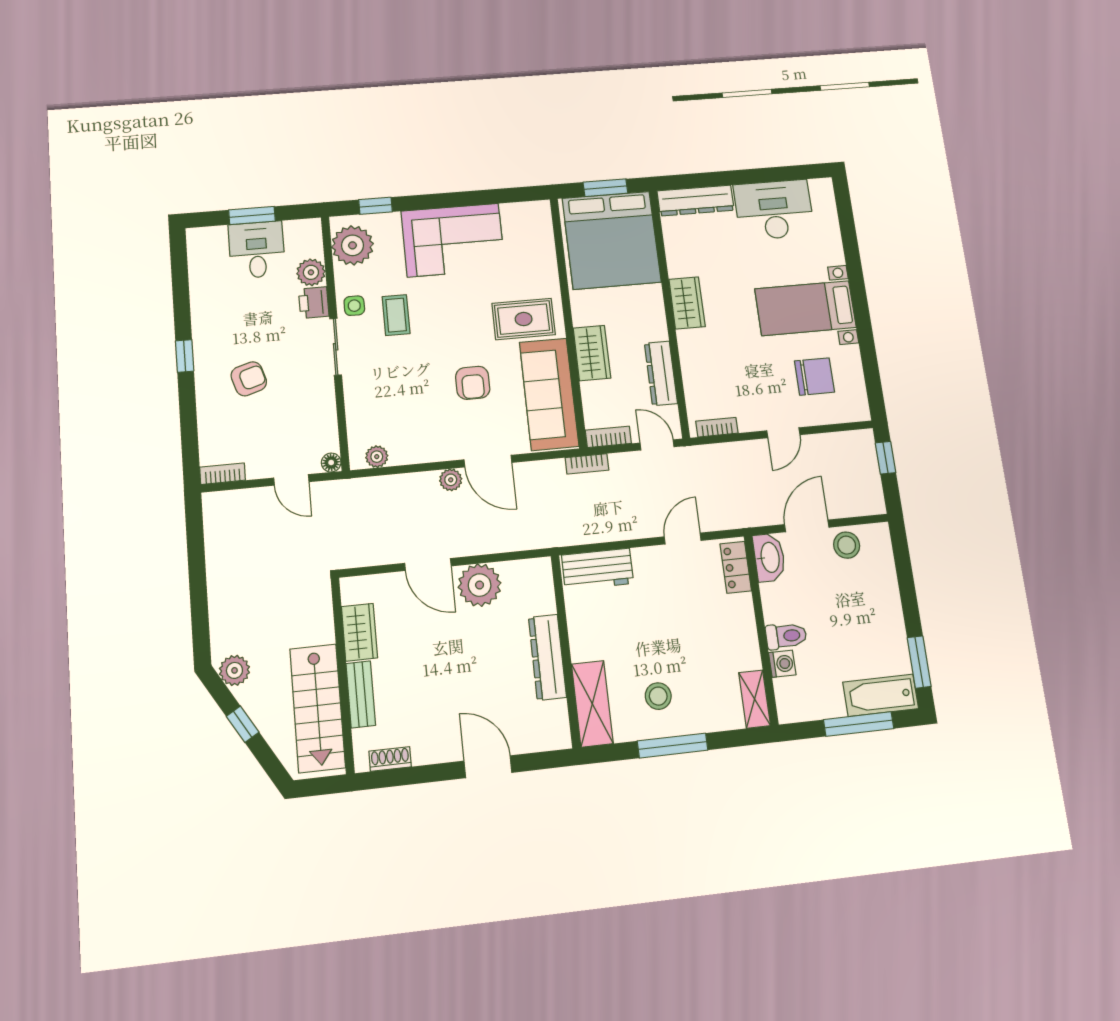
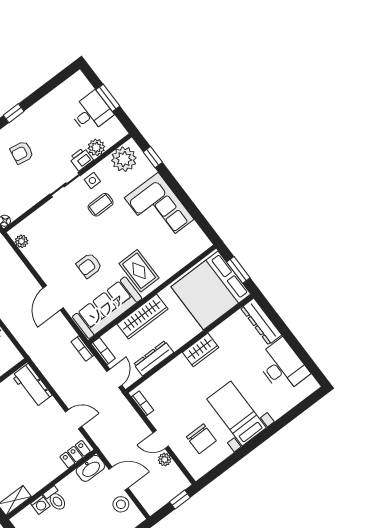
wardrobe: (592, 353) -> (143, 317), width x1.50
armchair: (249, 379) -> (22, 153), turned 117
plant: (451, 480) -> (165, 460), moved

